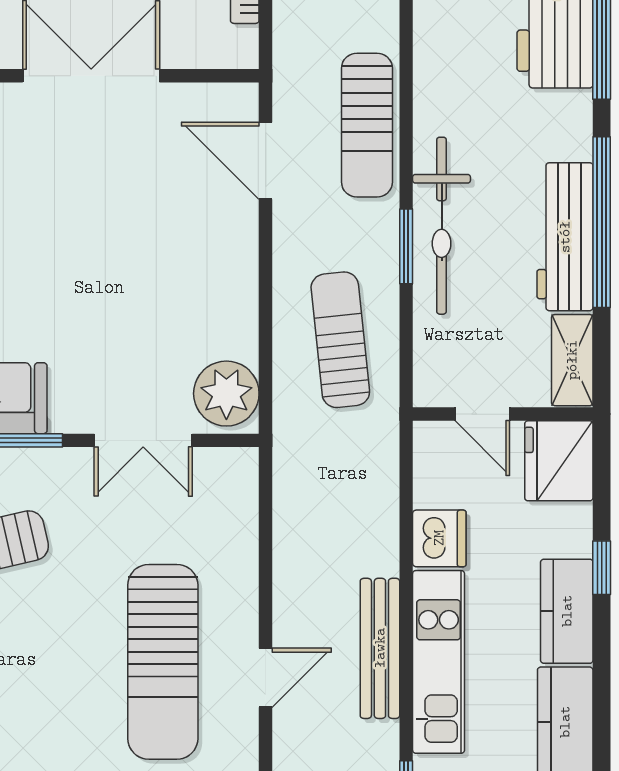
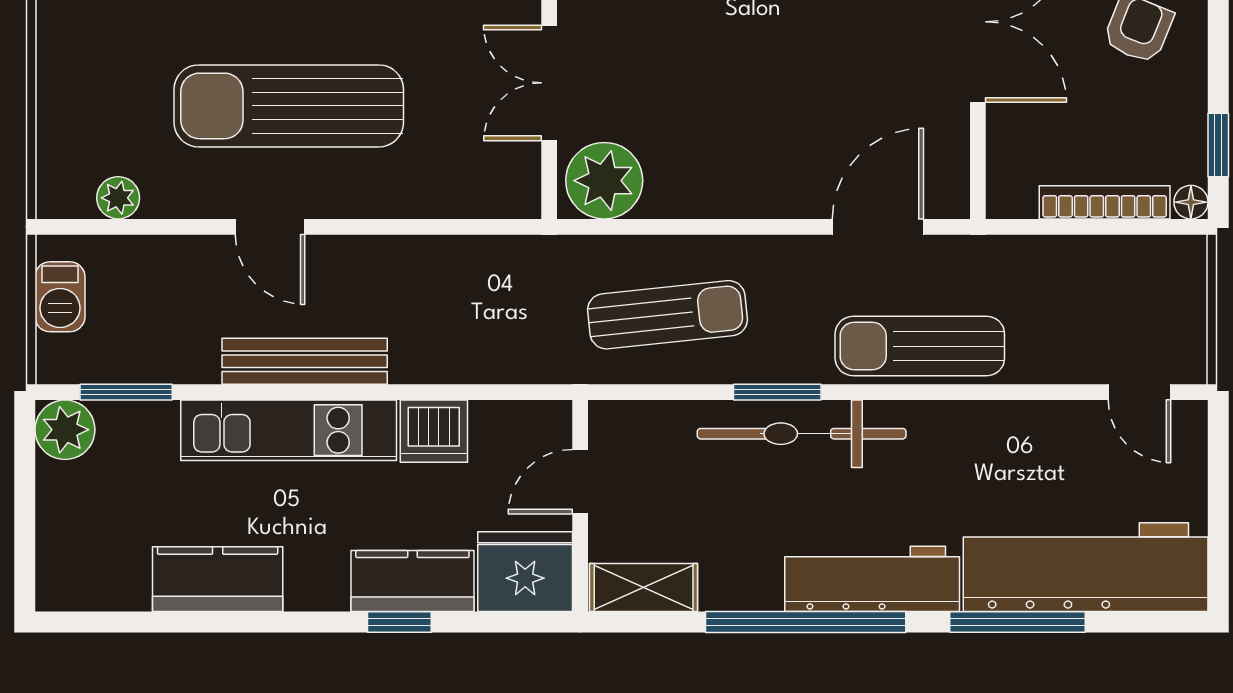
workbench: (565, 237) -> (872, 579), moved
kitchen counter: (567, 611) -> (412, 581), moved

